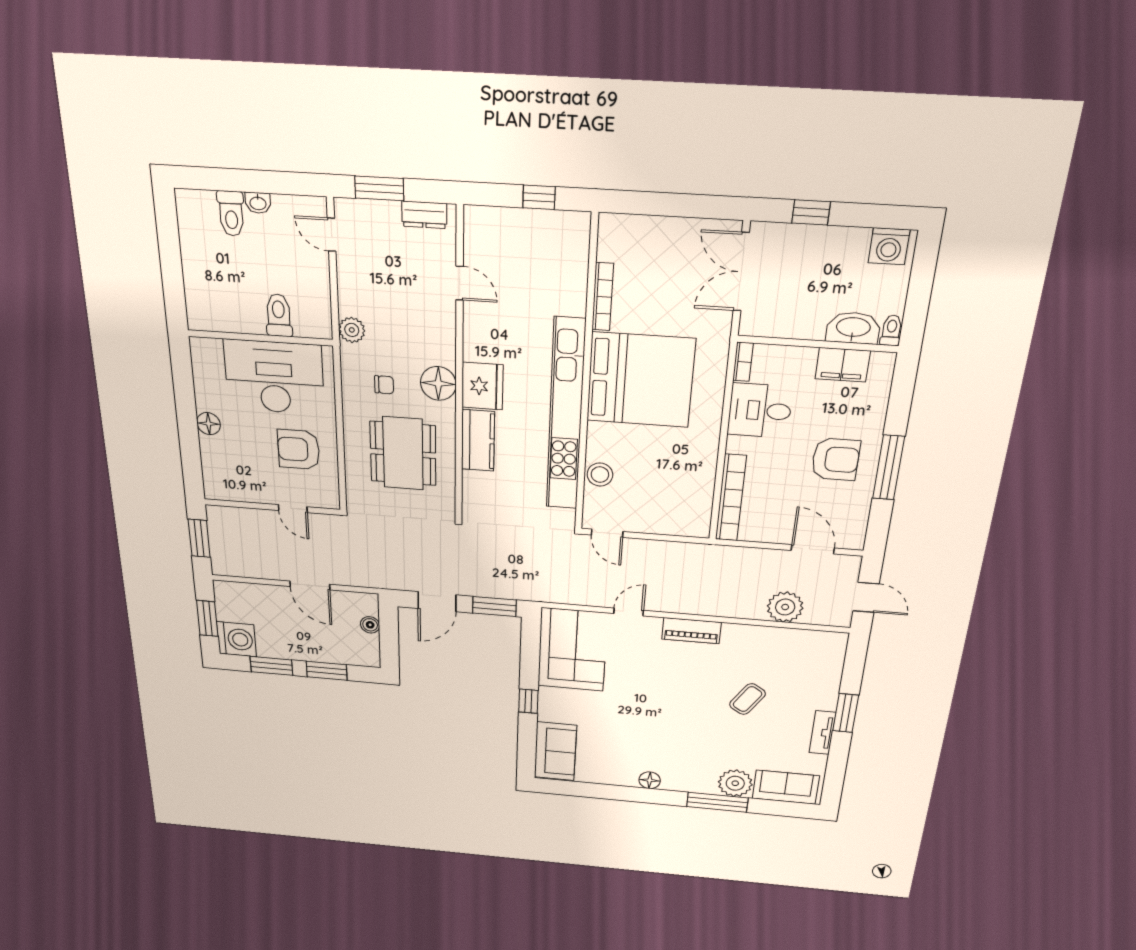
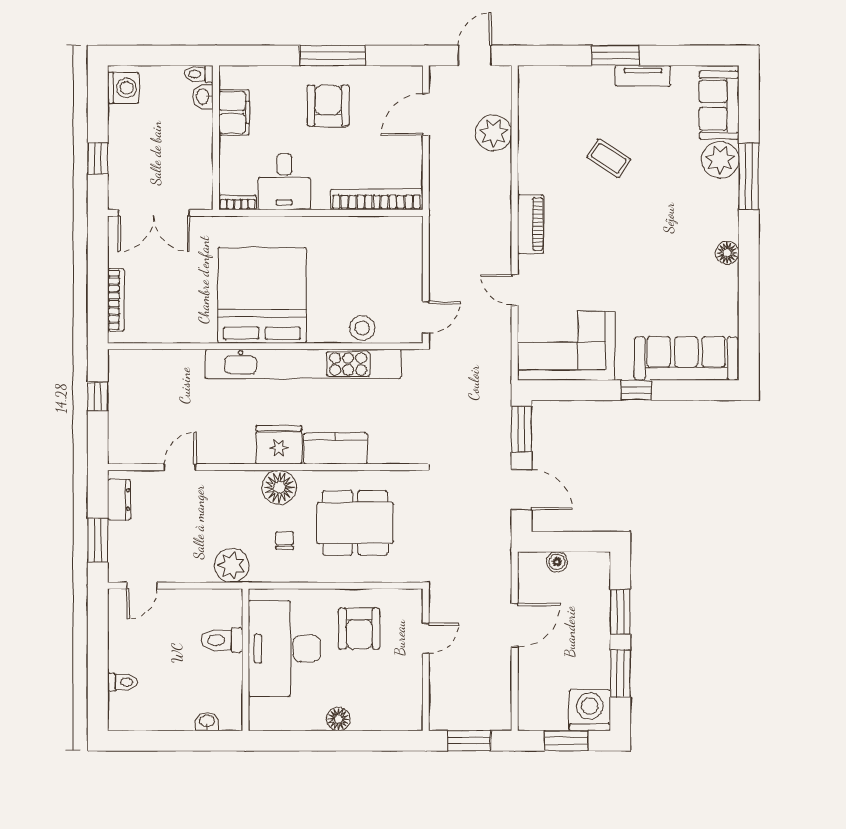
washbasin: (258, 203) -> (207, 722), moved, turned -90
toilet: (231, 214) -> (122, 682), width x0.73, depth x0.72
bookcase: (603, 297) -> (116, 300), moved, turned 90
washbasin: (853, 328) -> (203, 97), width x0.52, depth x0.69
plant: (352, 330) -> (232, 565), width x1.36, depth x1.36
sofa: (555, 751) -> (686, 358), width x1.36

